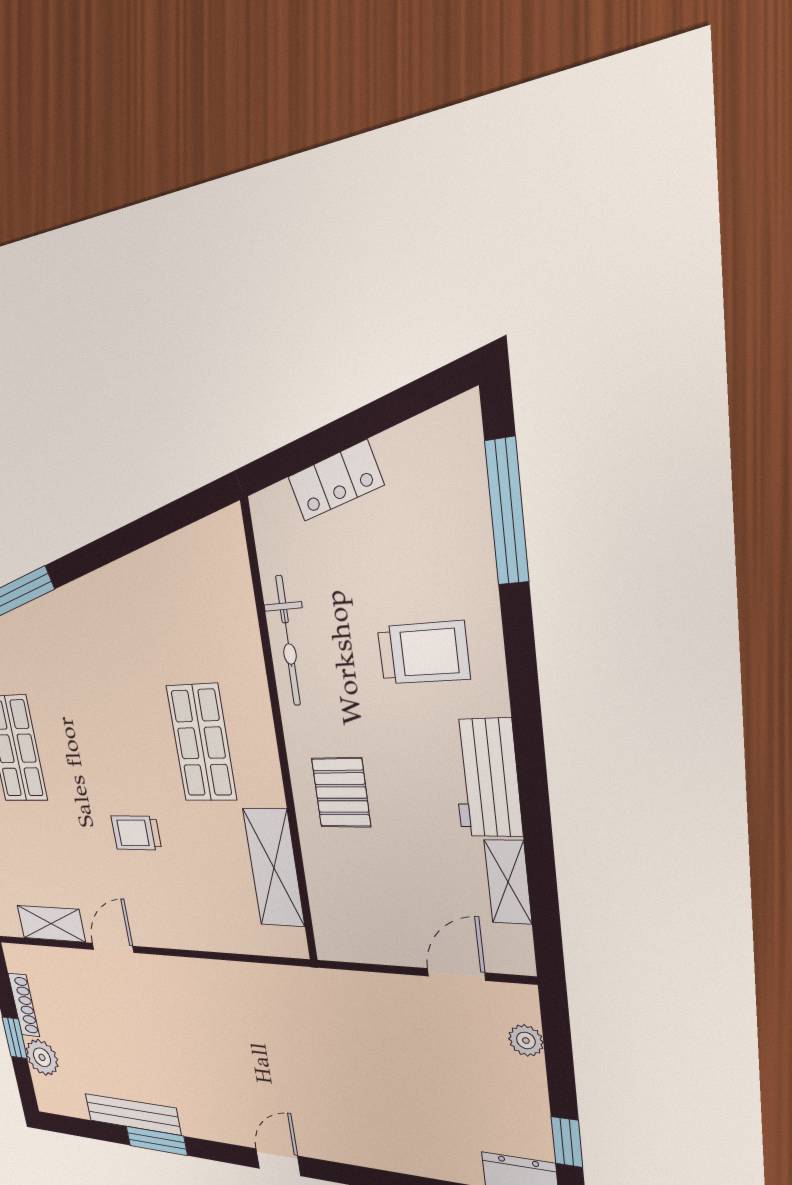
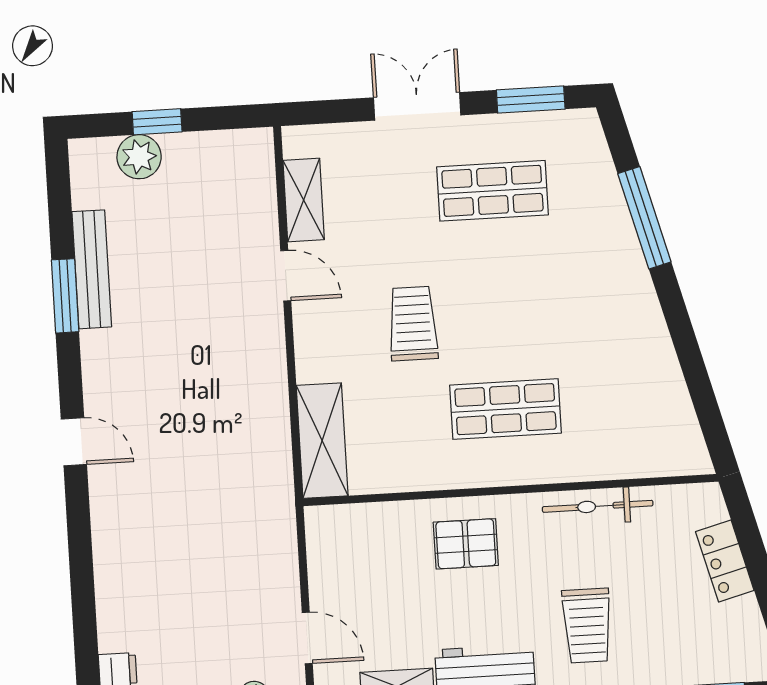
trolley: (136, 833) -> (413, 324), width x1.36, depth x1.39
shelving: (274, 868) -> (322, 441), moved, turned 90
shoe rack: (24, 1005) -> (201, 144), removed

